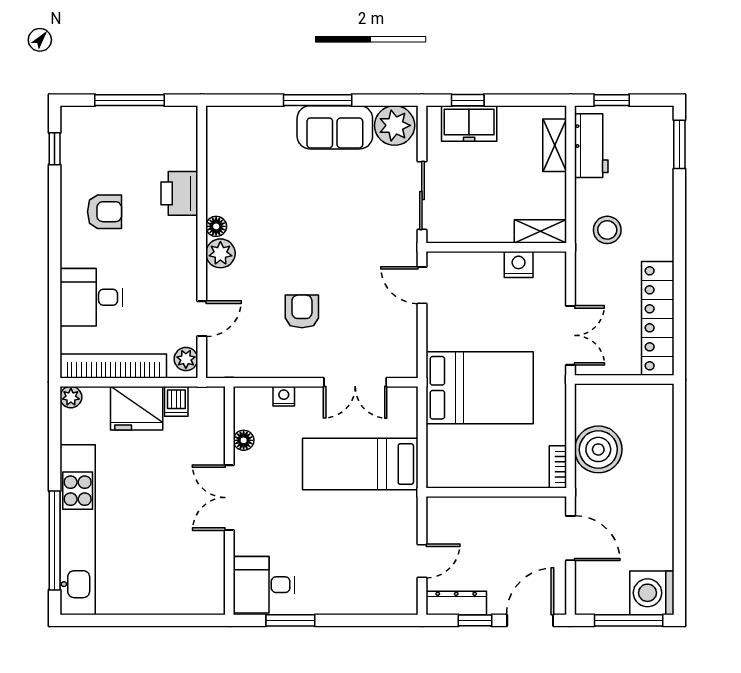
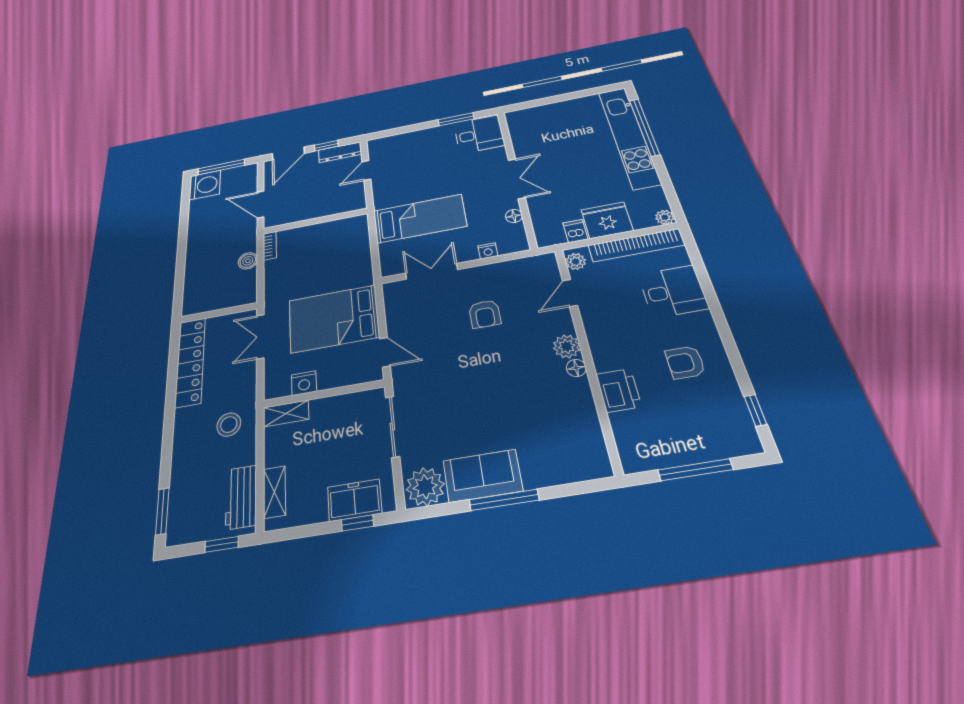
bed: (480, 388) -> (333, 319), moved
boiler: (598, 449) -> (248, 261), width x0.54, depth x0.54

